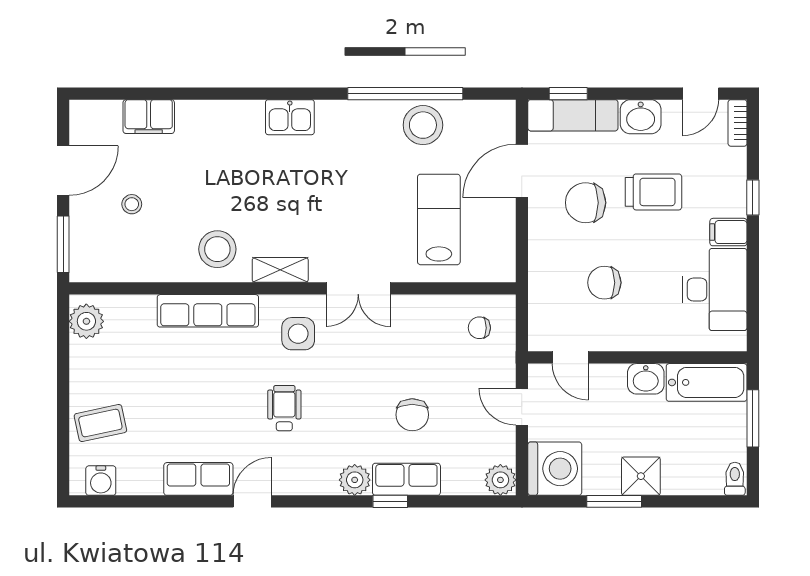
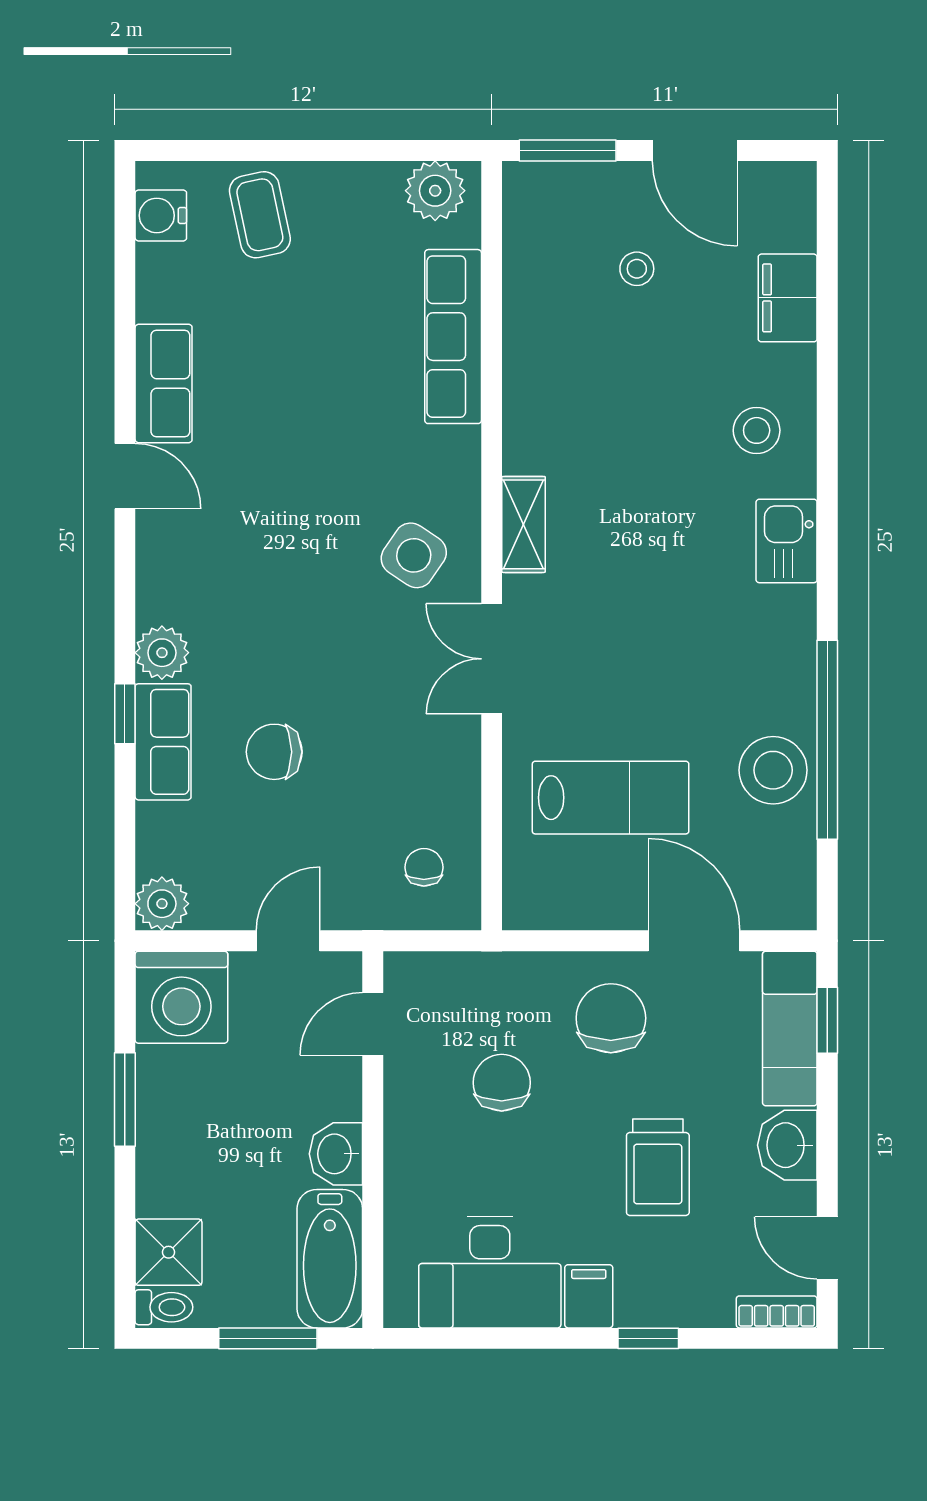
chair: (586, 203) -> (611, 1018), moved
stool: (217, 249) -> (757, 430), moved, width x0.73, depth x0.73
row of seats: (208, 311) -> (453, 337), moved
side table: (298, 334) -> (414, 555), turned 34
wheelchair: (284, 408) -> (286, 532), removed
shower: (641, 476) -> (169, 1252), moved

